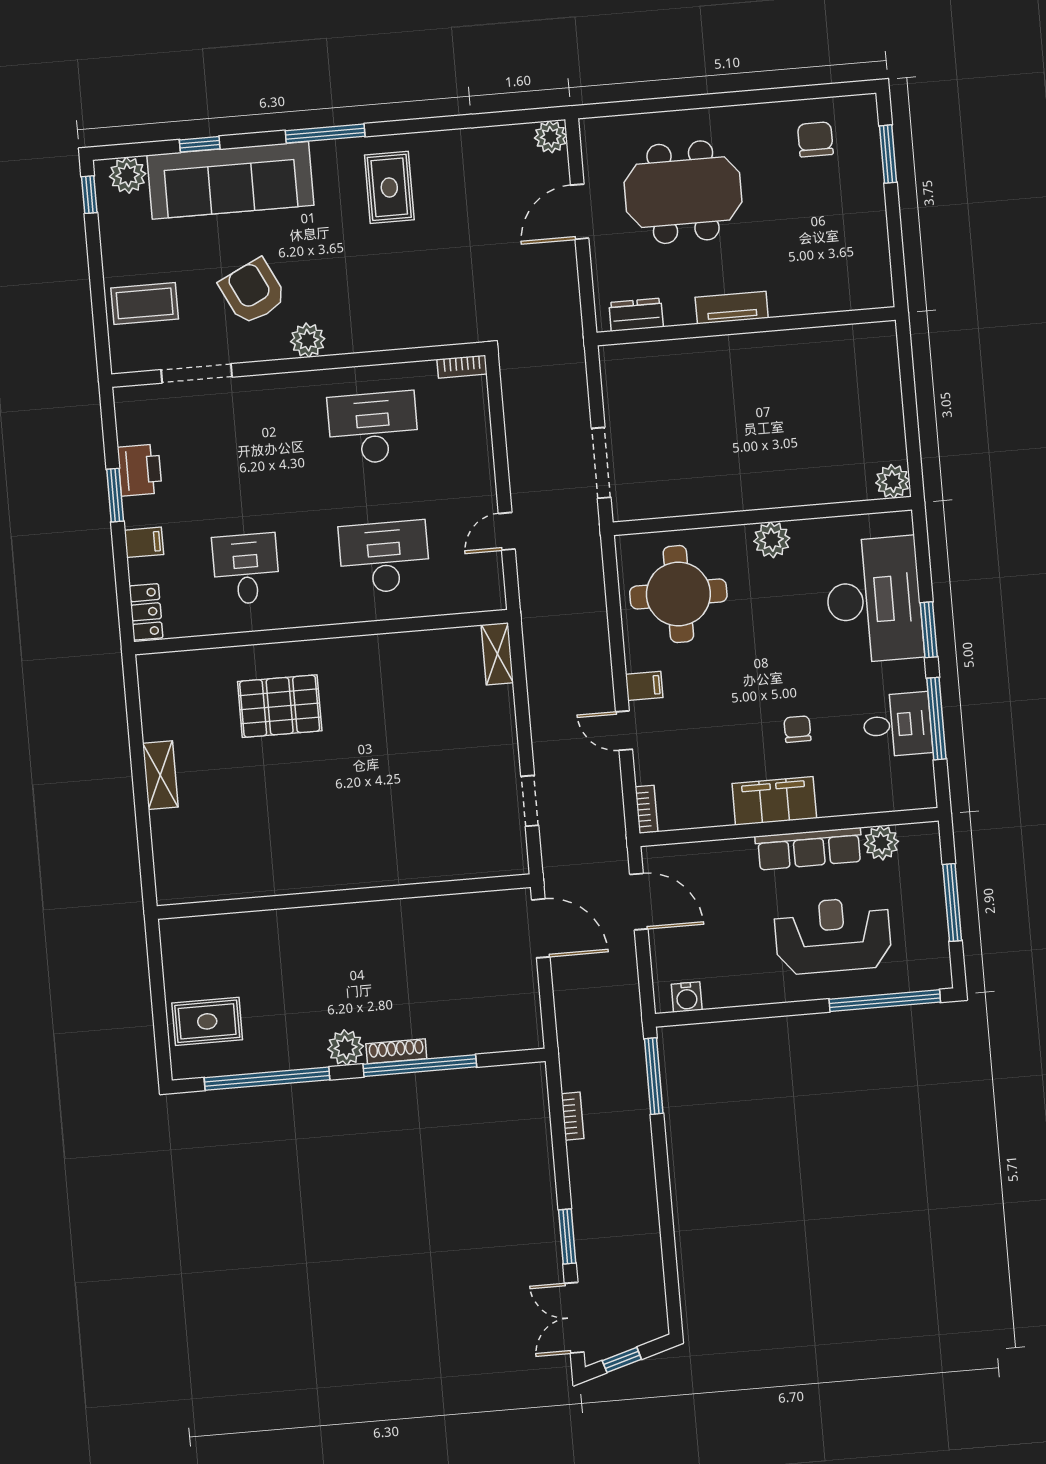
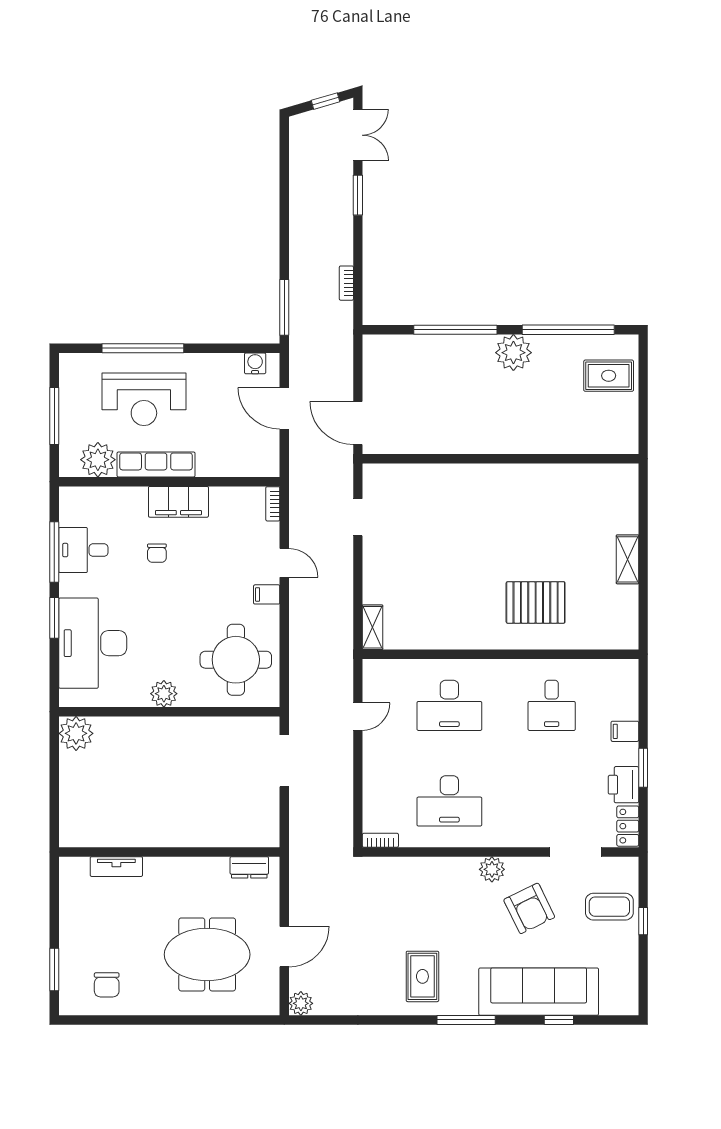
plant: (128, 175) -> (614, 1002), removed
window: (89, 195) -> (643, 921), moved
tv unit: (732, 308) -> (116, 867), moved
plant: (893, 481) -> (76, 733), width x1.36, depth x1.36
locker: (146, 612) -> (628, 826), moved
plant: (881, 843) -> (98, 460), width x1.36, depth x1.36
door: (639, 902) -> (284, 408), moved
window: (885, 1001) -> (143, 348), moved
plant: (346, 1048) -> (513, 353), width x1.36, depth x1.36
shoe rack: (396, 1051) -> (472, 342), removed

